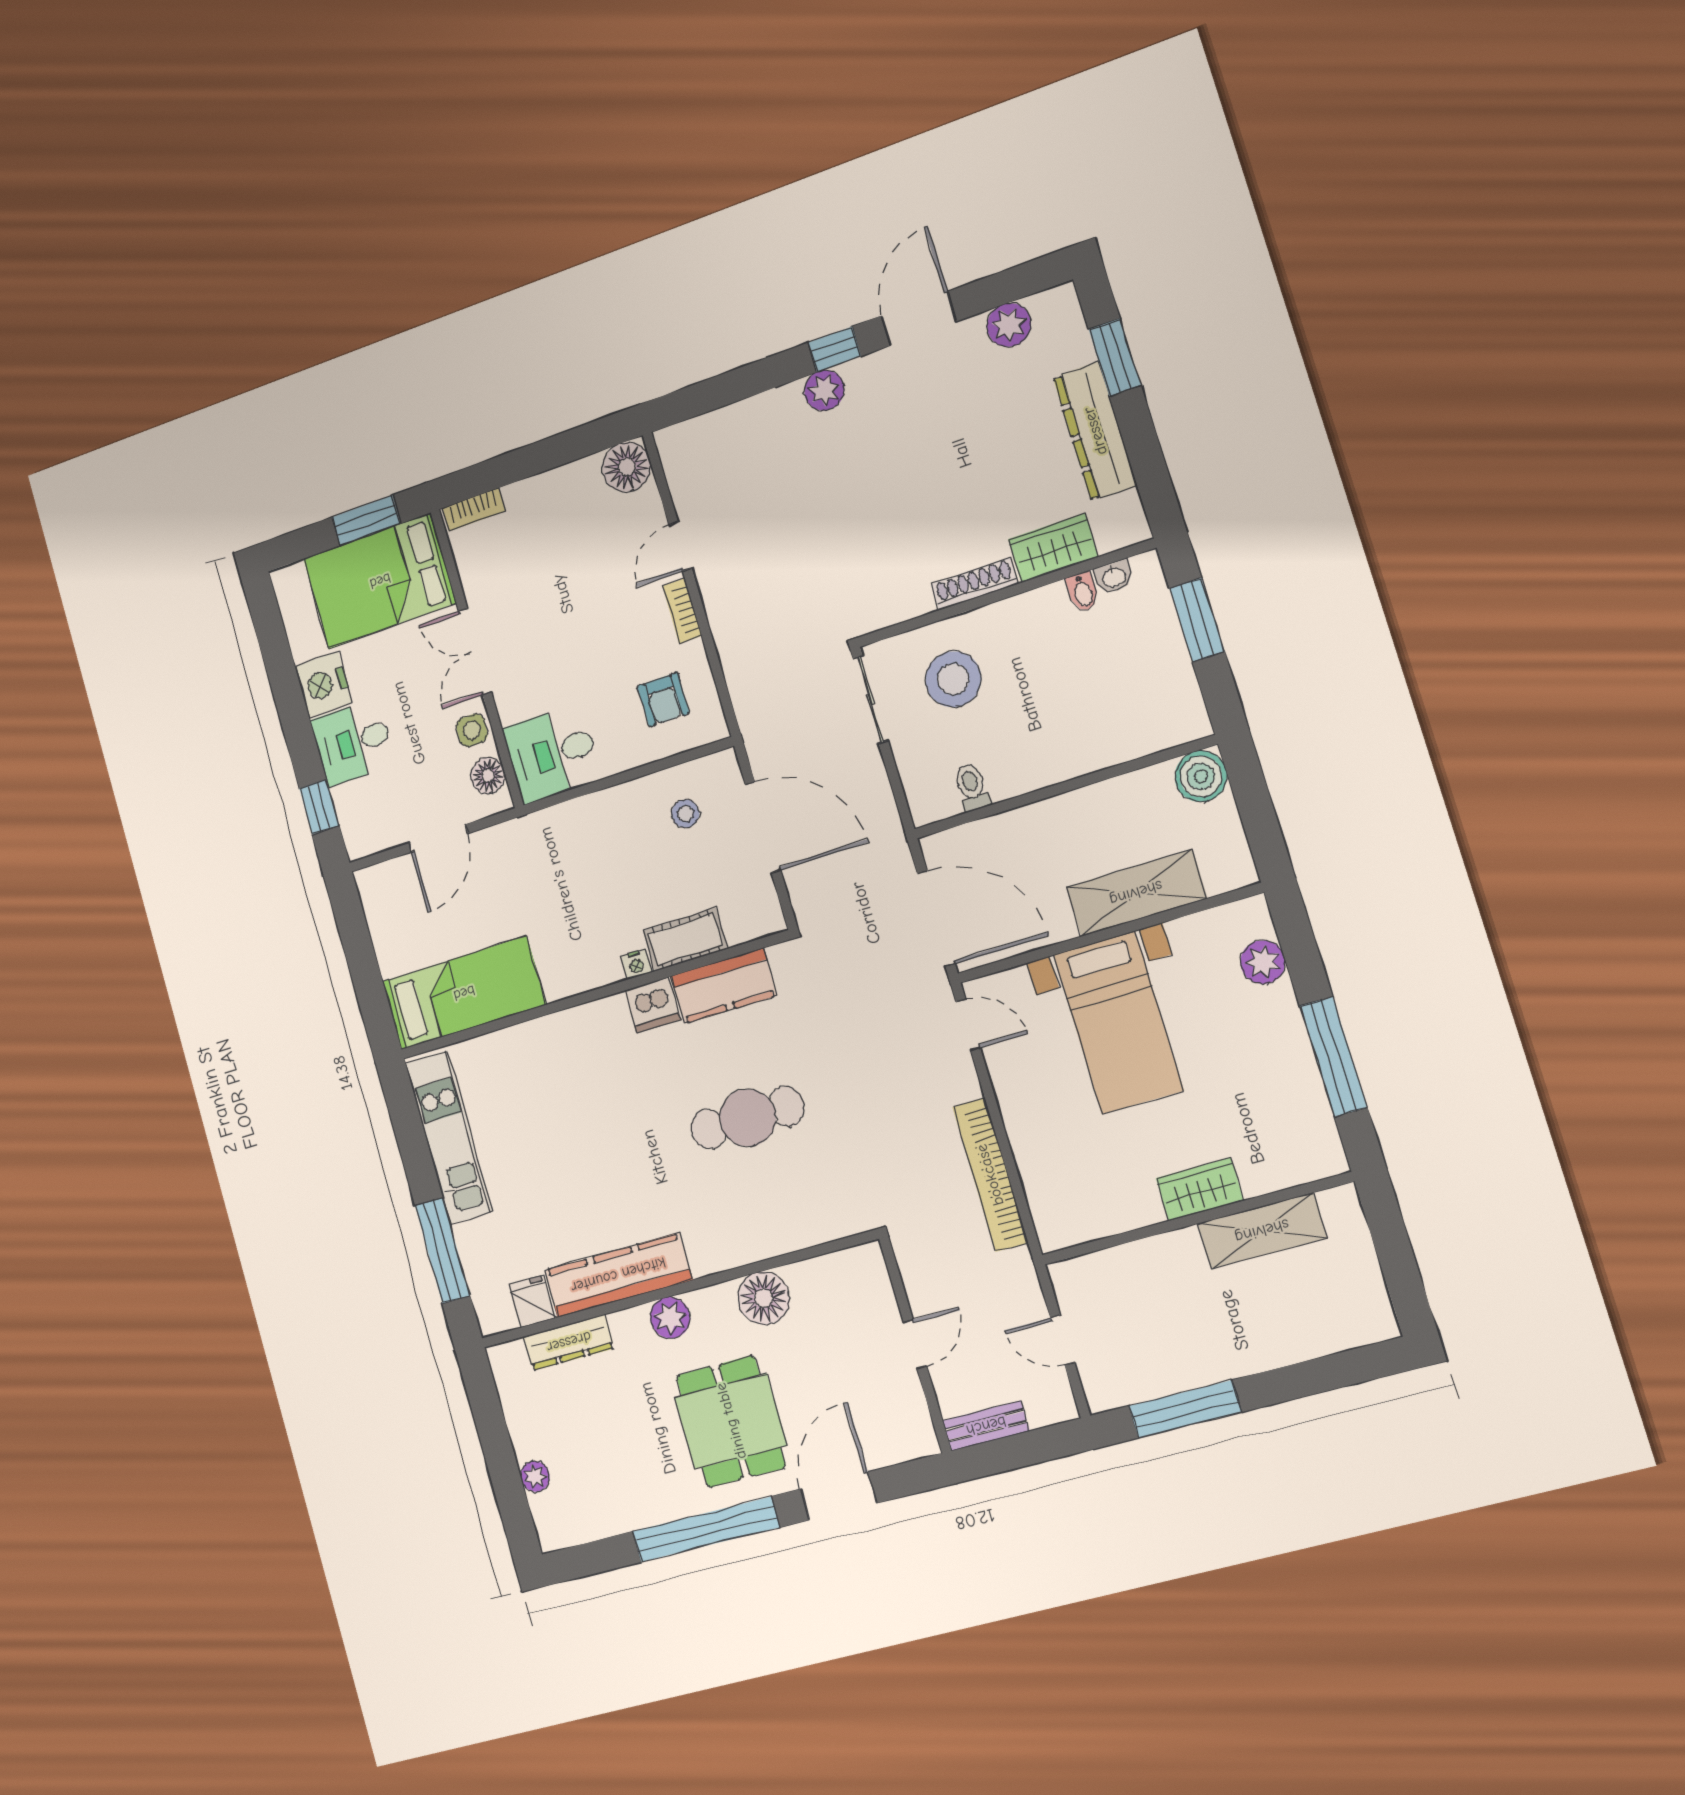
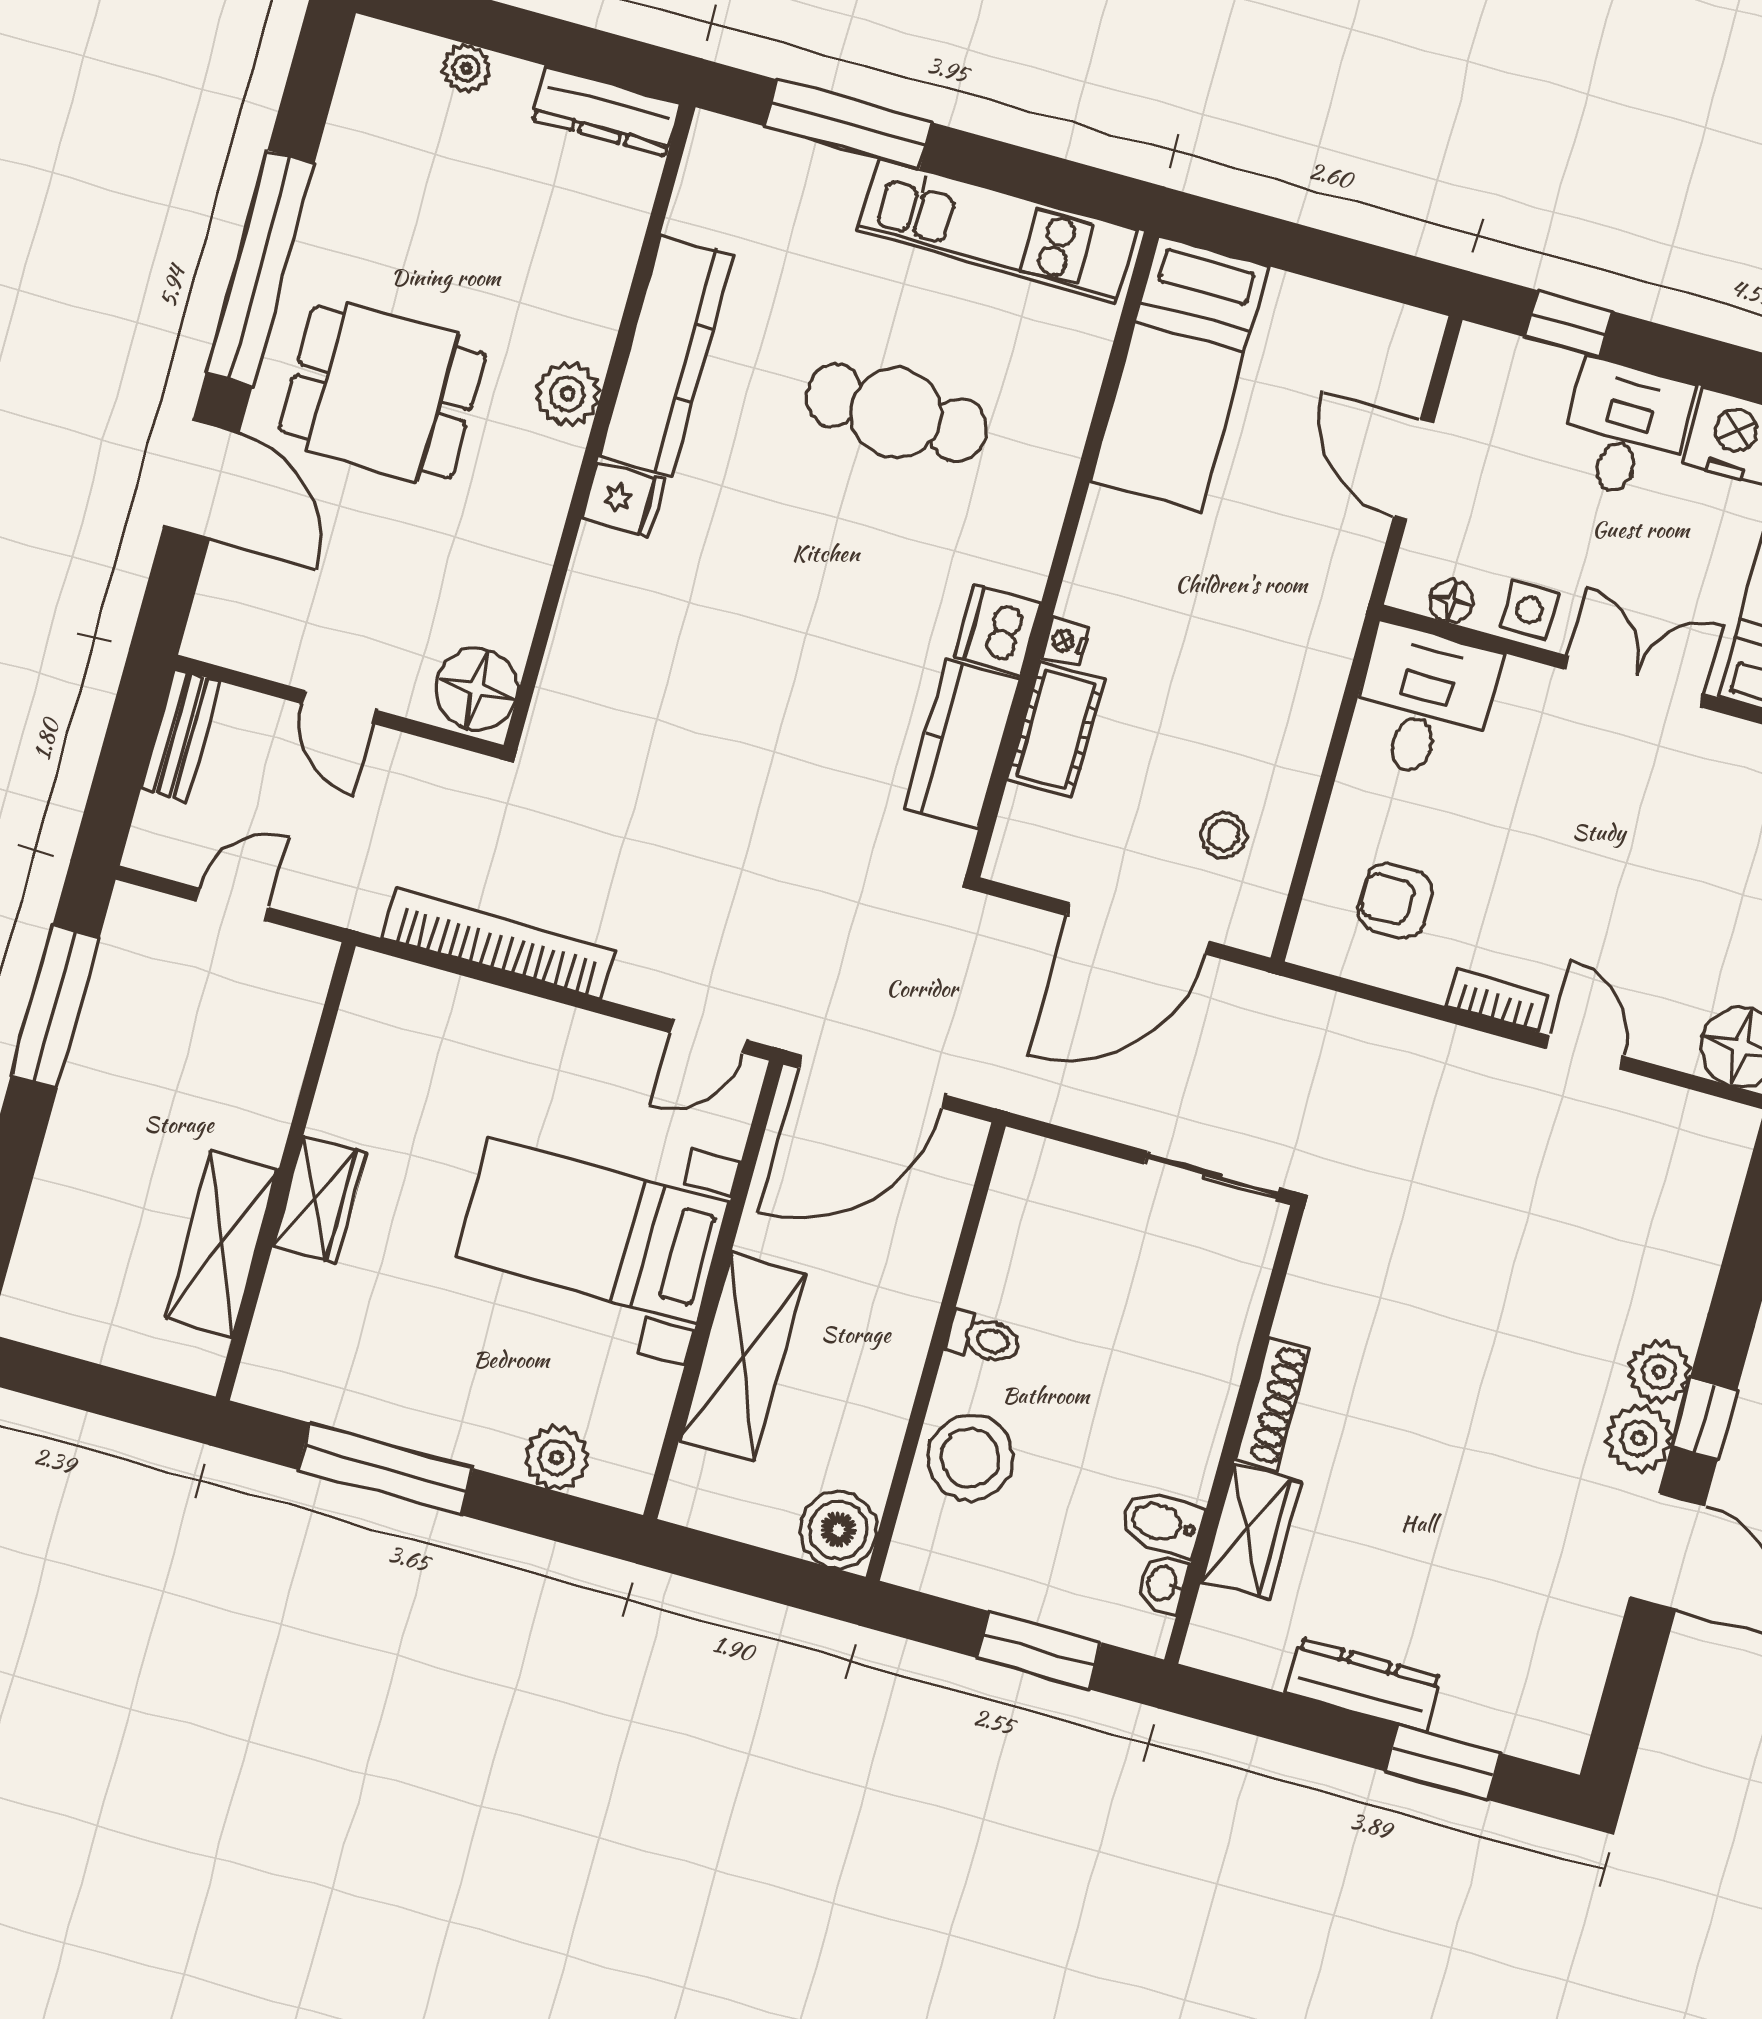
plant: (1009, 325) -> (1639, 1438), moved
dresser: (1095, 431) -> (1363, 1685), width x0.73, depth x0.80
bidet: (1083, 592) -> (1162, 1523), width x1.38, depth x1.36
stool: (953, 679) -> (970, 1458), moved
floor lamp: (488, 776) -> (1451, 601), width x0.73, depth x0.73
toilet: (972, 787) -> (983, 1338), moved
cafe table: (748, 1118) -> (896, 413), moved, turned 90
floor lamp: (764, 1298) -> (477, 689), moved
fridge: (532, 1301) -> (623, 499), moved
dresser: (569, 1342) -> (606, 111), moved, turned -90

